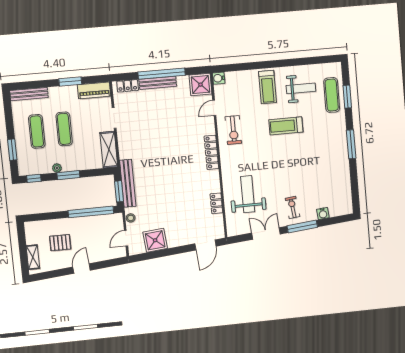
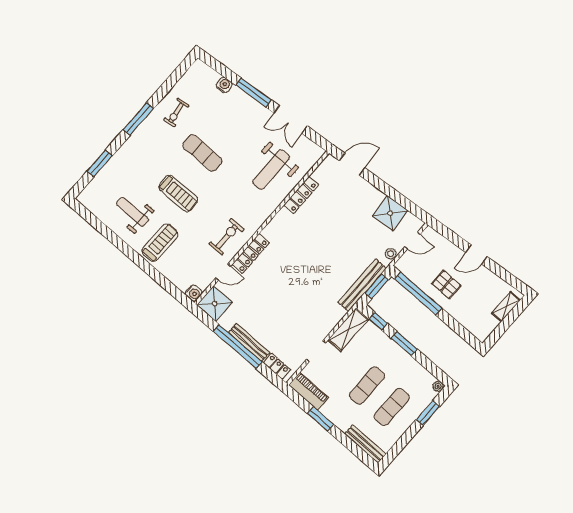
exercise mat: (332, 95) -> (202, 153), moved, turned 90
locker: (211, 152) -> (251, 254), moved
plant: (57, 168) -> (438, 386), moved
window: (34, 178) -> (378, 321), moved
locker: (216, 203) -> (301, 195), width x1.53
exercise bike: (292, 207) -> (176, 113), moved
pallet: (60, 243) -> (446, 285), moved

